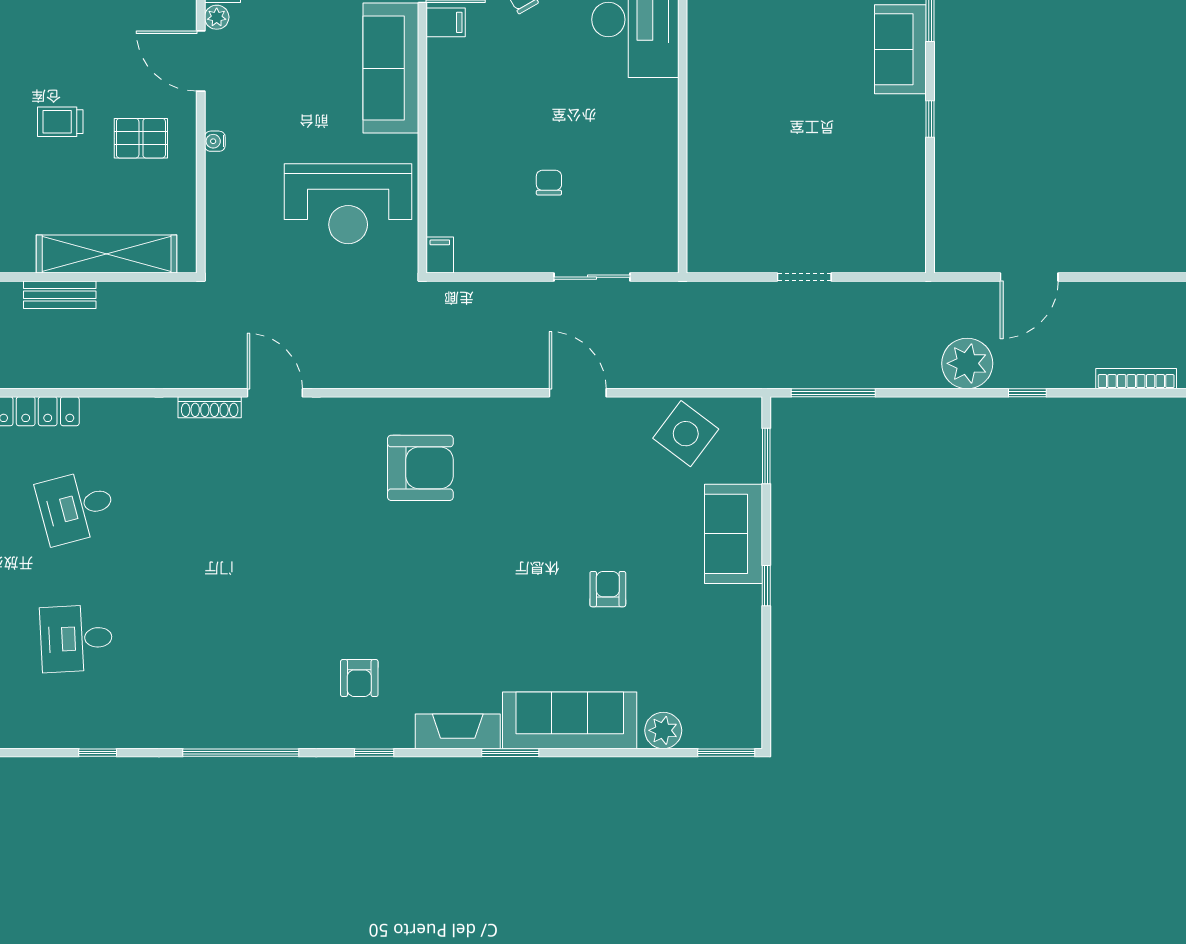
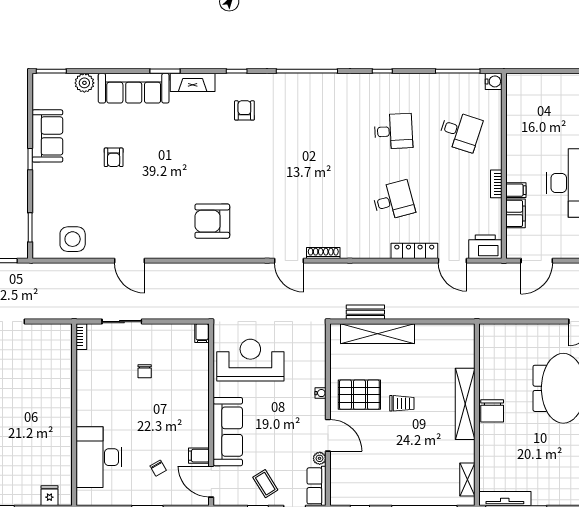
pallet: (141, 138) -> (359, 395), width x1.50, depth x1.42
bookcase: (669, 249) -> (81, 337), added
bench: (60, 295) -> (365, 312), moved
side table: (686, 434) -> (73, 239), turned -37
sofa: (734, 534) -> (47, 136), moved

